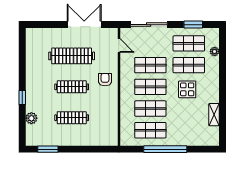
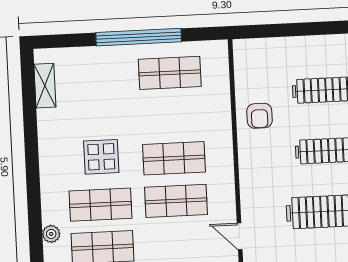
armchair: (105, 80) -> (260, 116), moved
shop shelf: (150, 109) -> (172, 116), removed
shelving: (214, 115) -> (45, 86), moved

